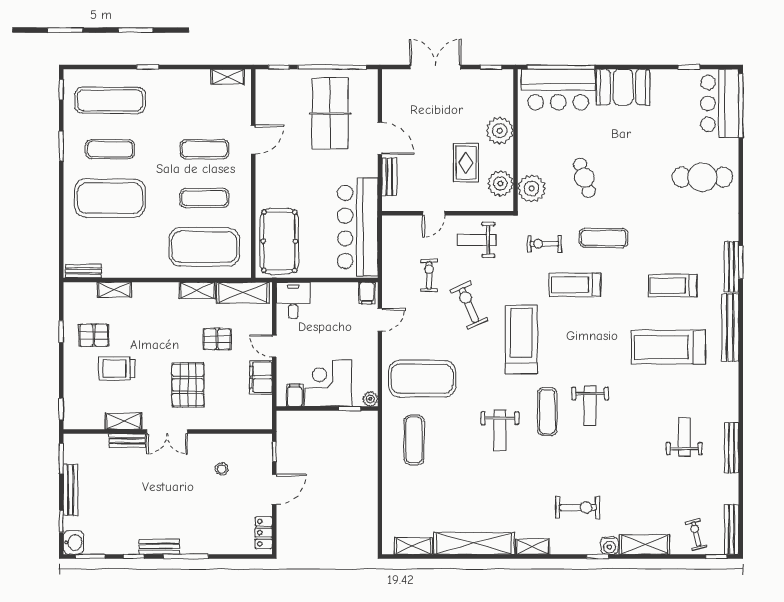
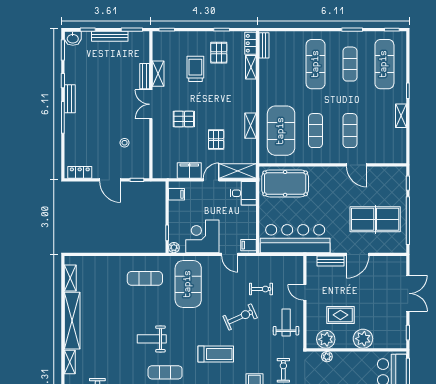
shelving: (228, 77) -> (401, 116), moved
plant: (532, 188) -> (327, 357), width x0.53, depth x0.53
exercise mat: (110, 198) -> (316, 64), width x0.68
locker: (80, 290) -> (251, 43), added
shelving: (243, 293) -> (238, 171), moved, turned 90
treadmill: (521, 340) -> (216, 354), width x0.73, depth x0.73
corner desk: (328, 383) -> (202, 236), moved, turned -90
pallet: (188, 385) -> (184, 119), width x0.67, depth x0.71

